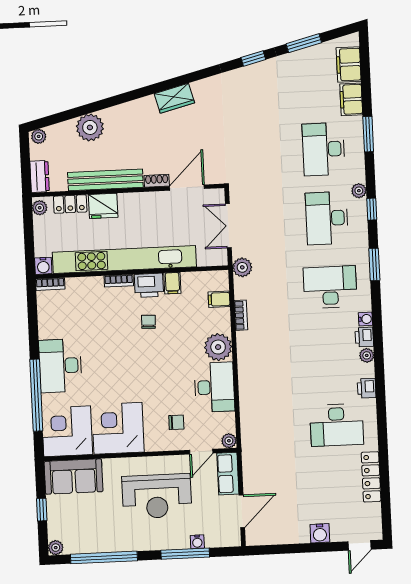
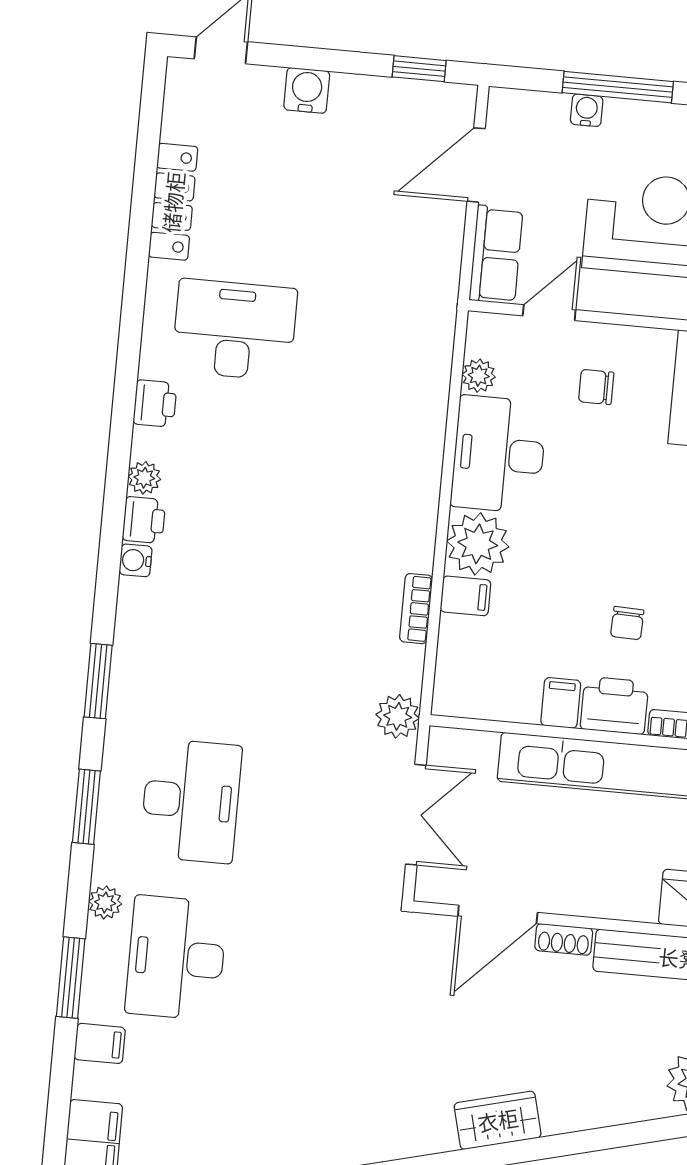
filing cabinet: (351, 99) -> (100, 1043), width x0.50
desk: (324, 149) -> (176, 958), turned 180
plant: (359, 191) -> (105, 903), moved
window: (372, 209) -> (86, 807), width x1.50
desk: (330, 287) -> (205, 644), removed
filing cabinet: (219, 299) -> (466, 596), moved
plant: (229, 441) -> (479, 376), moved
window: (273, 550) -> (419, 69), added

